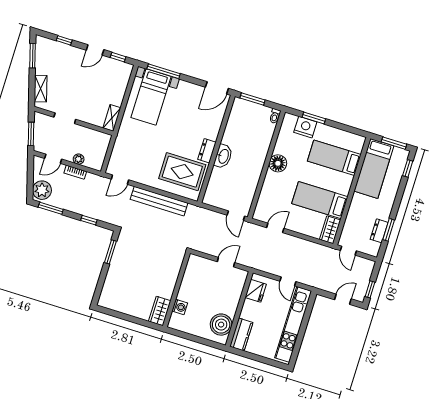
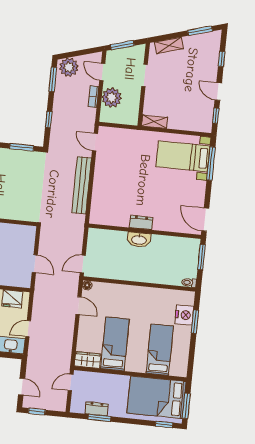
plant: (79, 159) -> (112, 98), width x1.88, depth x1.88
floor lamp: (278, 163) -> (87, 285), moved, width x0.53, depth x0.53
bed: (374, 168) -> (157, 397), width x1.50
rug: (182, 172) -> (115, 202), removed

